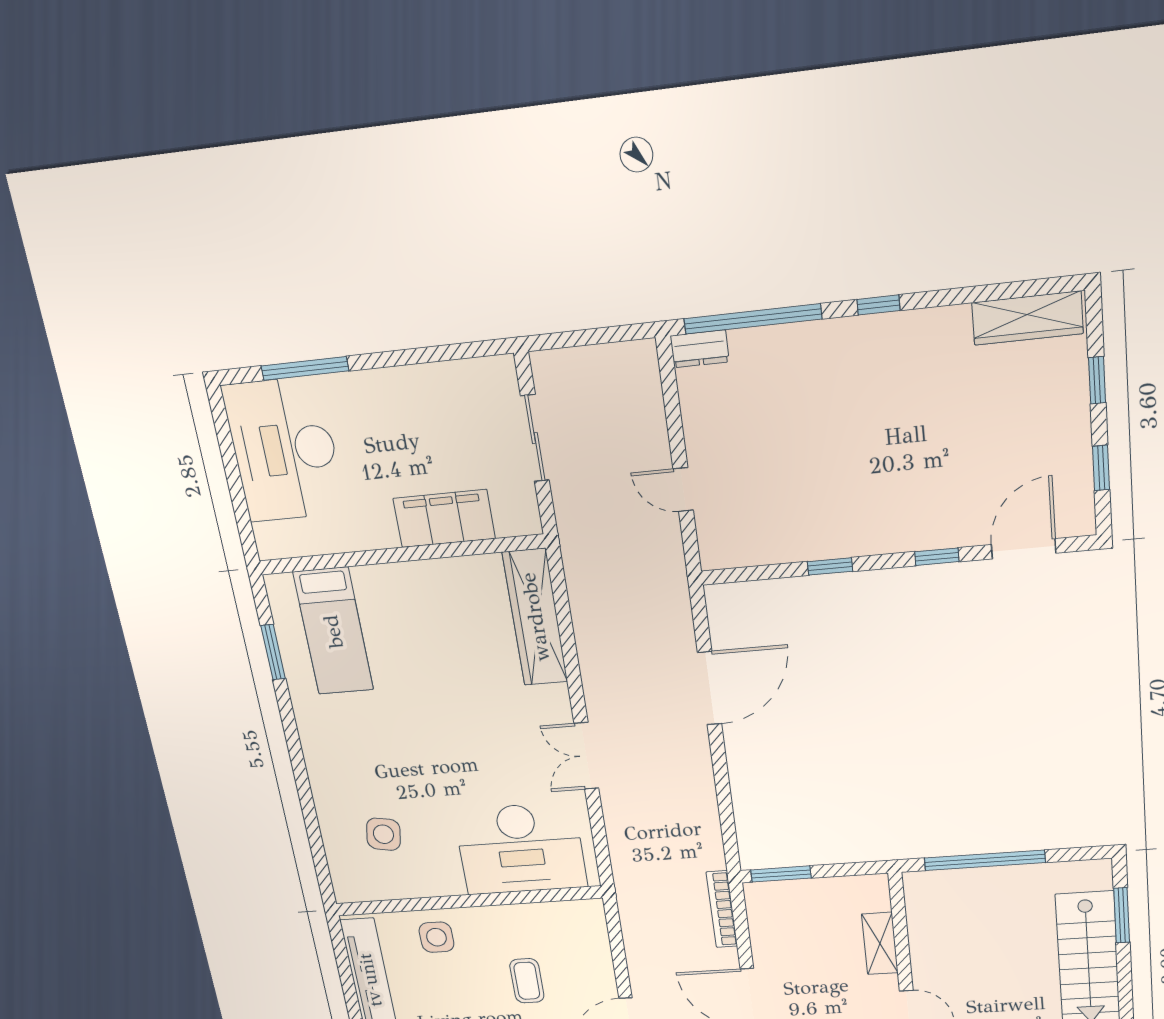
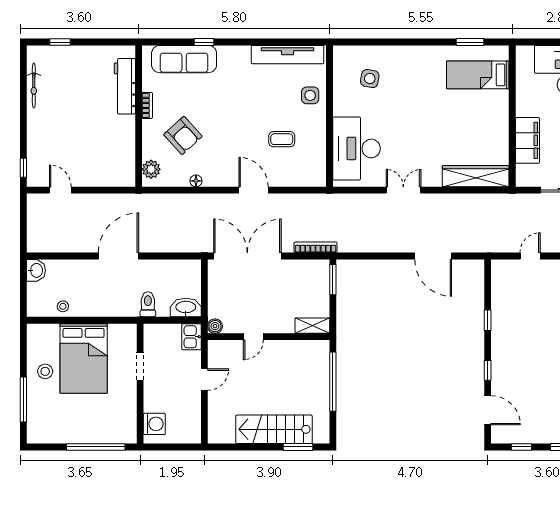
shelving: (880, 943) -> (312, 326), moved

